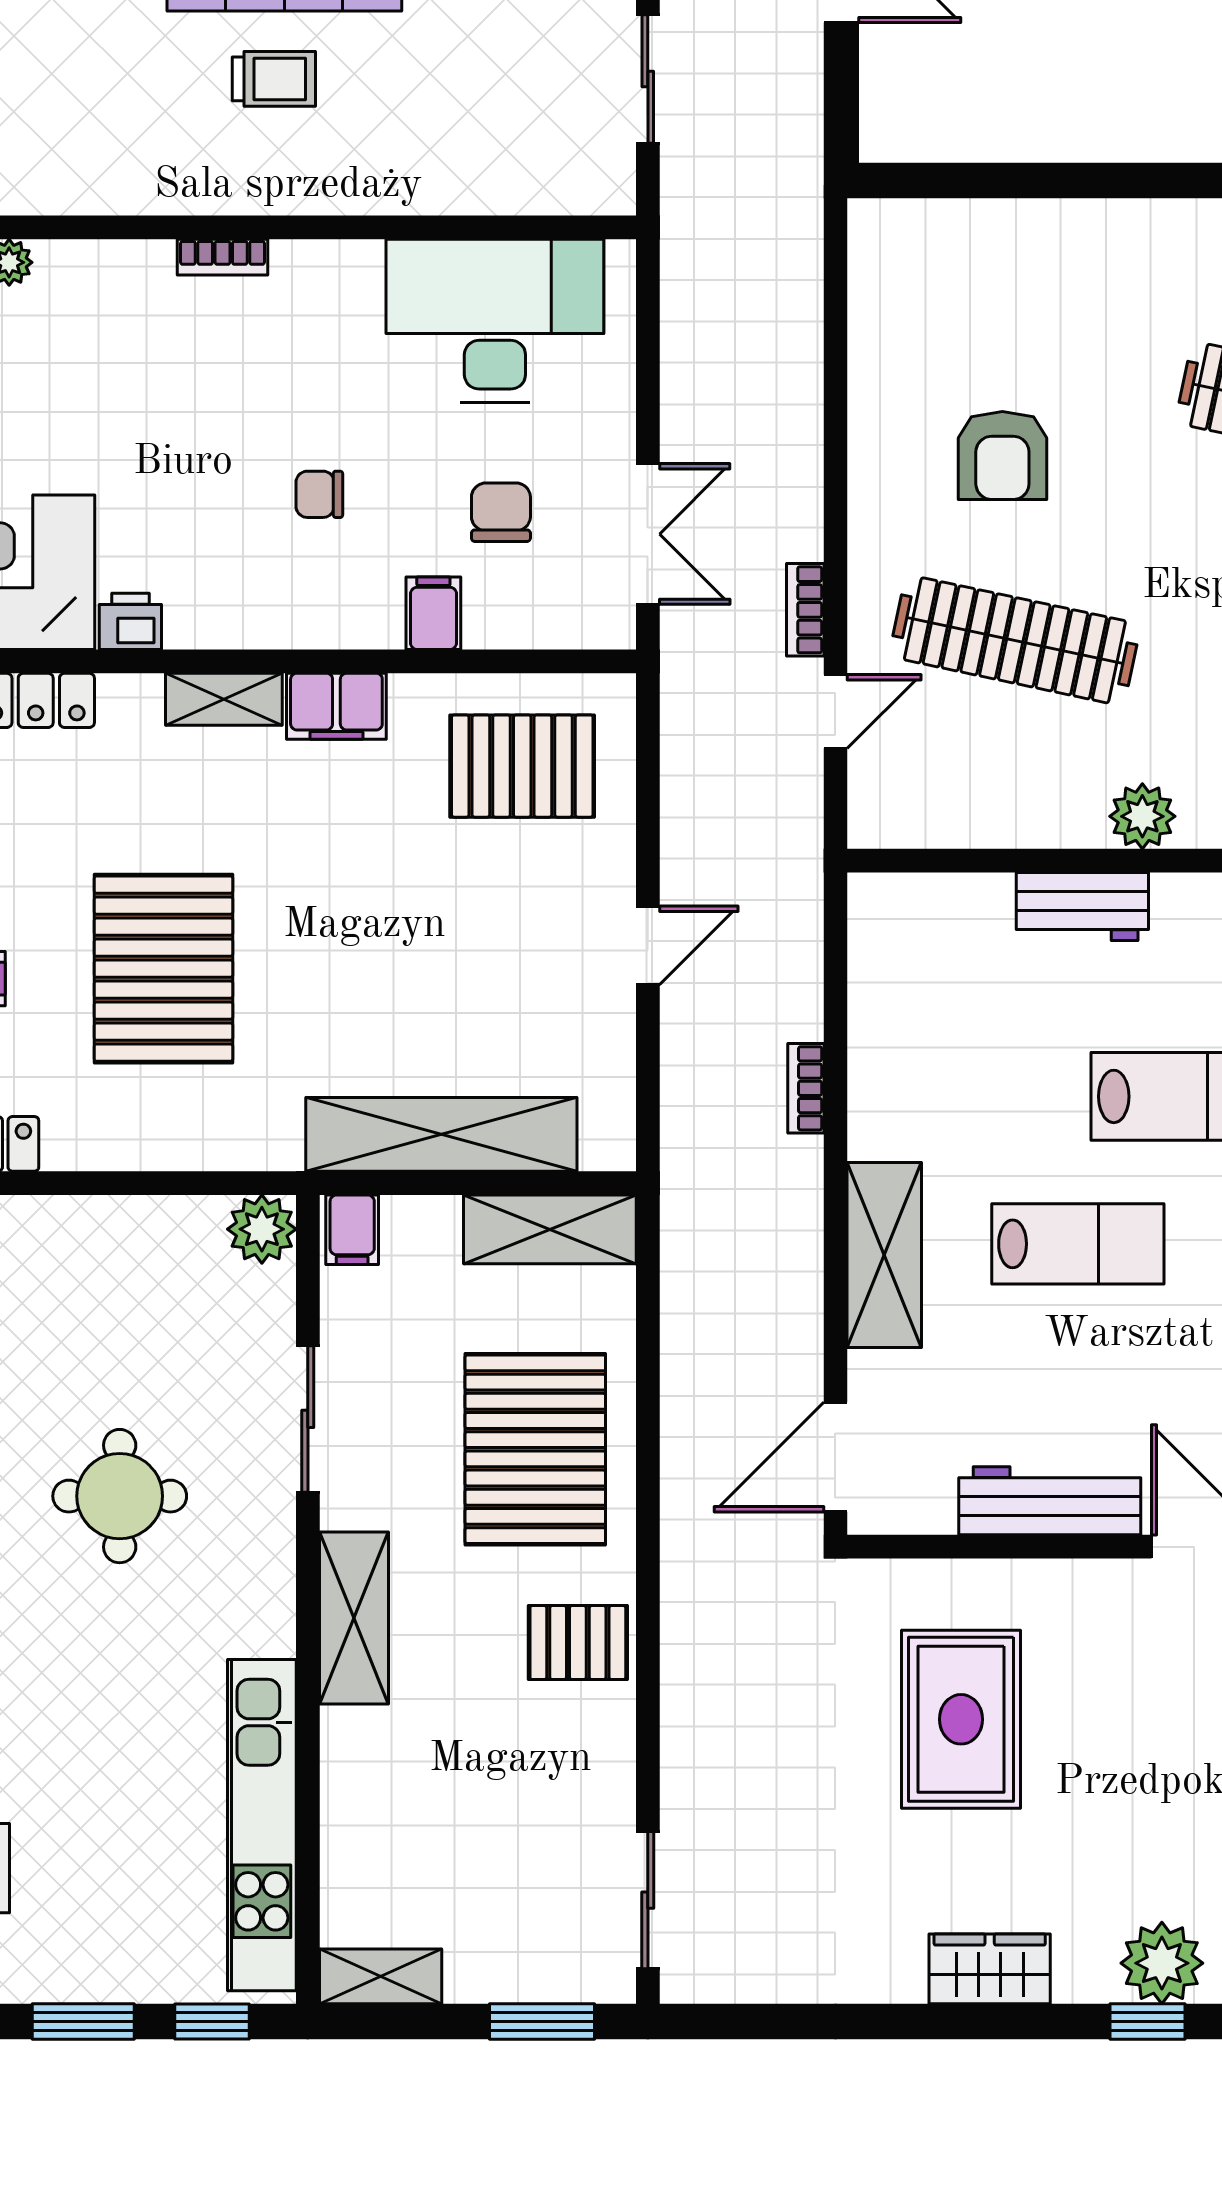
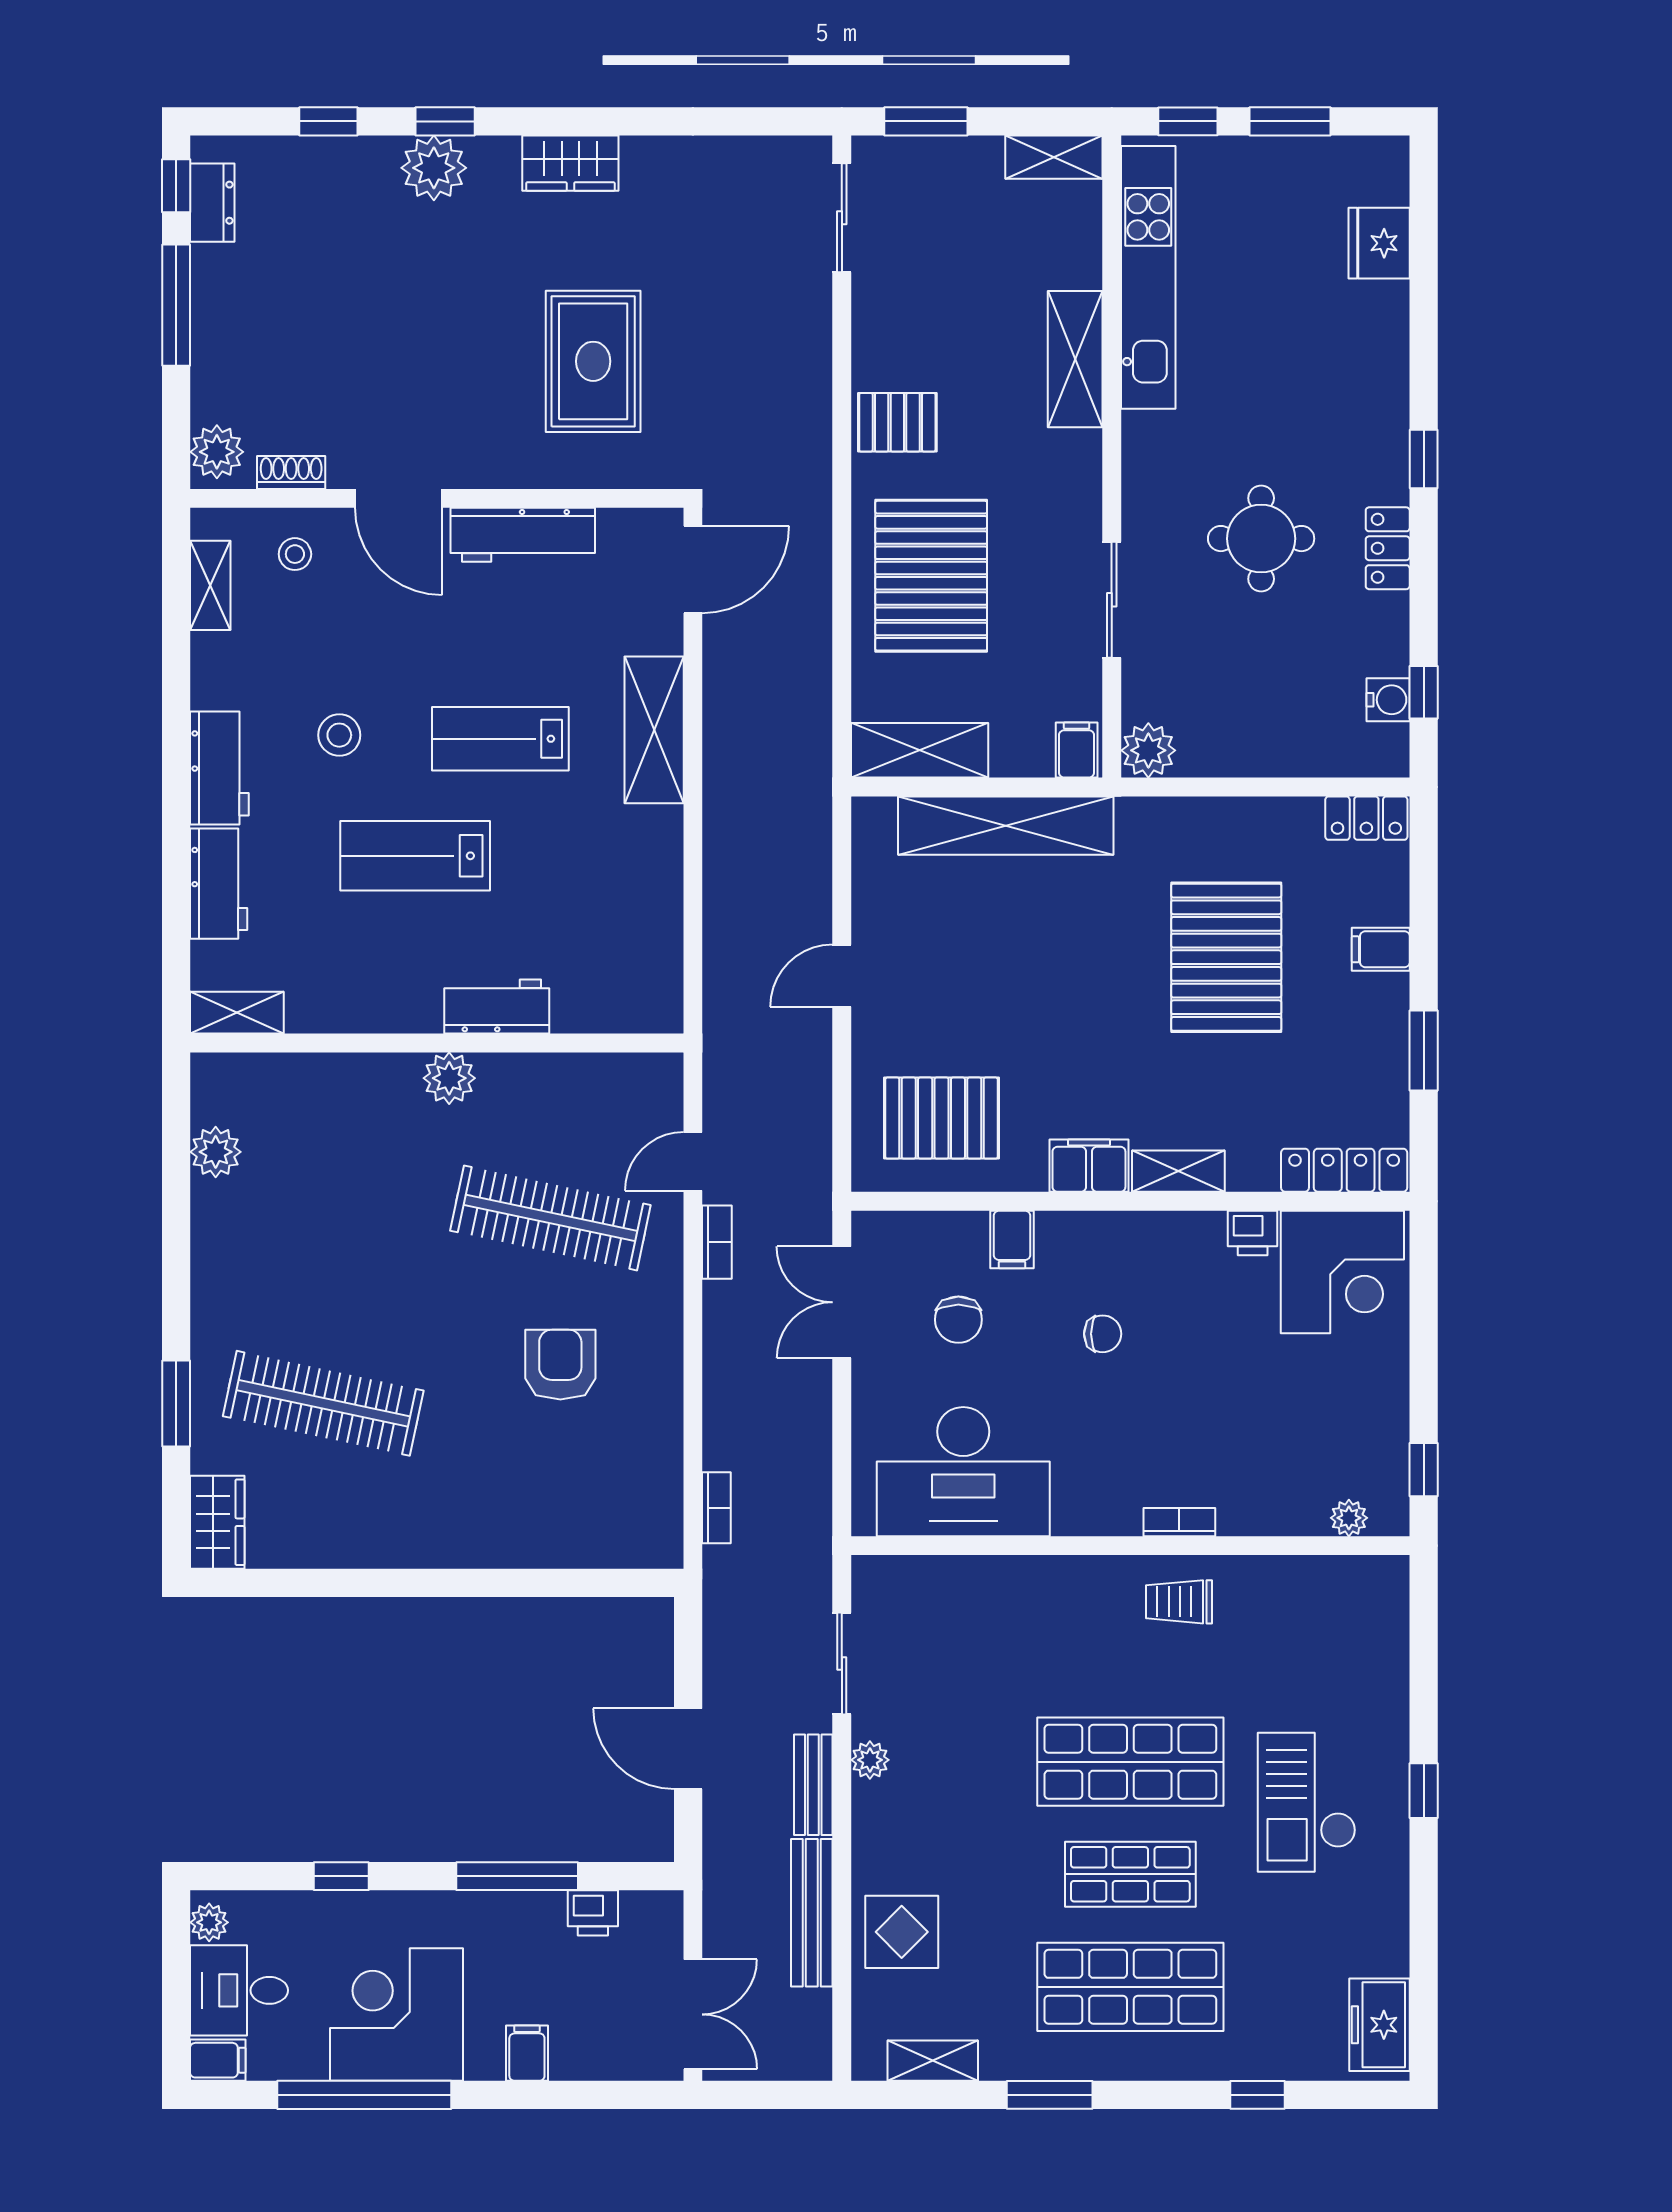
trolley: (274, 79) -> (1179, 1602), moved
bookcase: (806, 1088) -> (716, 1508), moved
shelving: (354, 1618) -> (1075, 359), moved

